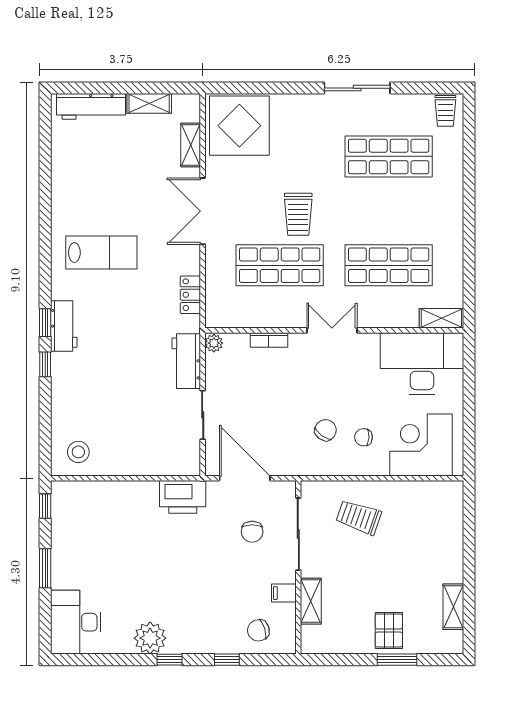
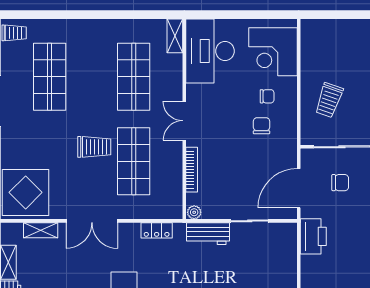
bookcase: (269, 340) -> (192, 170), width x1.56
chair: (326, 430) -> (262, 126), turned 54
chair: (364, 437) -> (267, 96), turned -93

